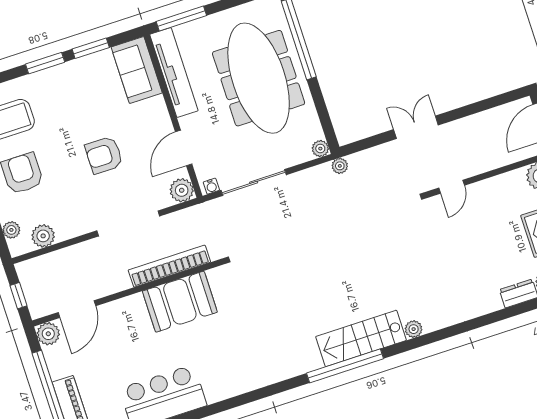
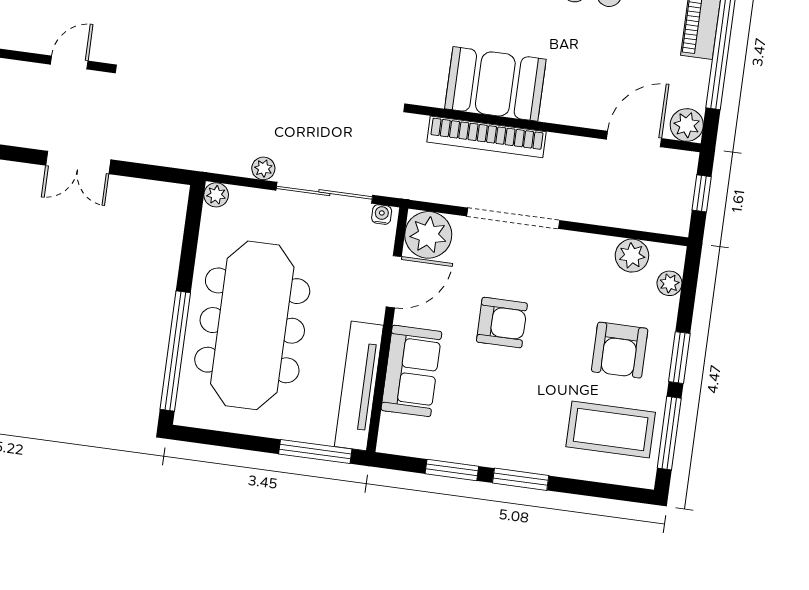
sofa: (137, 70) -> (411, 371), moved
plant: (340, 166) -> (263, 168), moved
plant: (182, 190) -> (428, 235), width x1.36, depth x1.36

